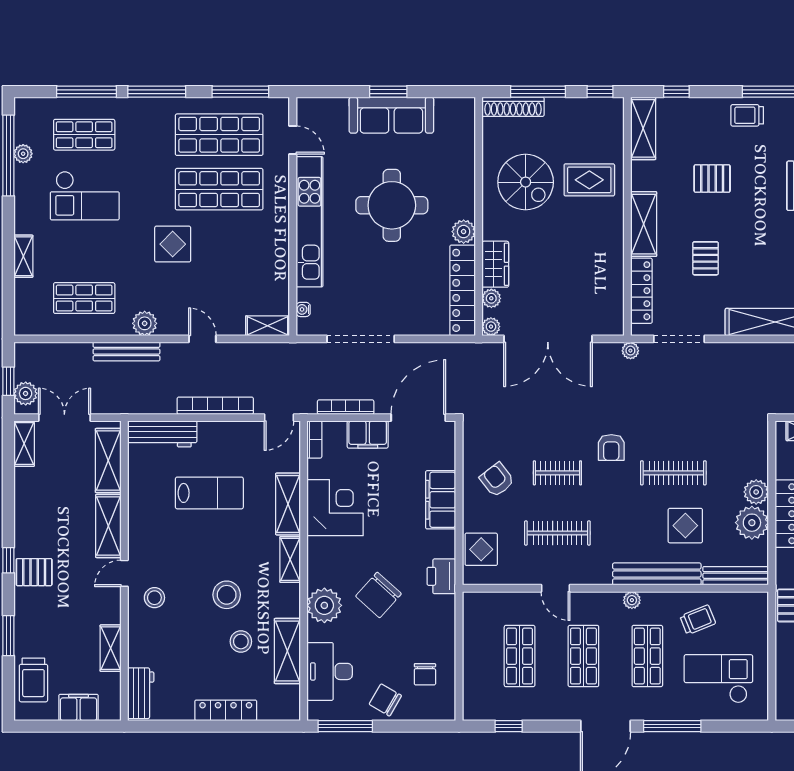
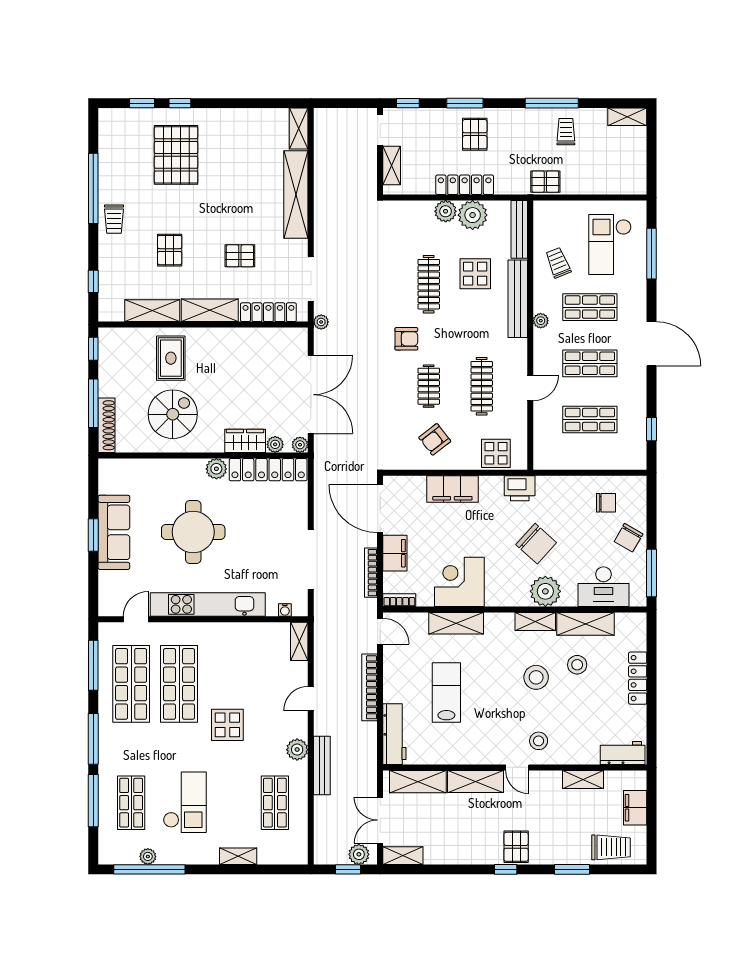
shelving: (643, 128) -> (152, 311), moved
shelving: (290, 559) -> (535, 621), moved
window: (672, 726) -> (652, 254), moved

